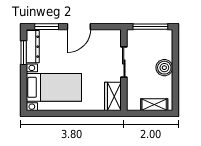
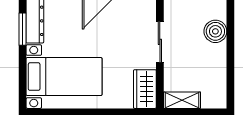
boiler: (164, 68) -> (215, 31), moved
shelving: (154, 105) -> (182, 100), moved

